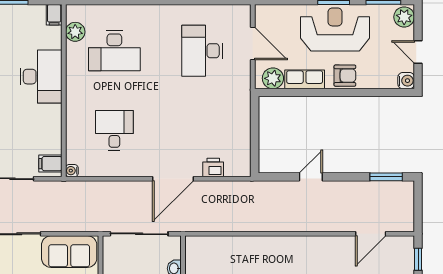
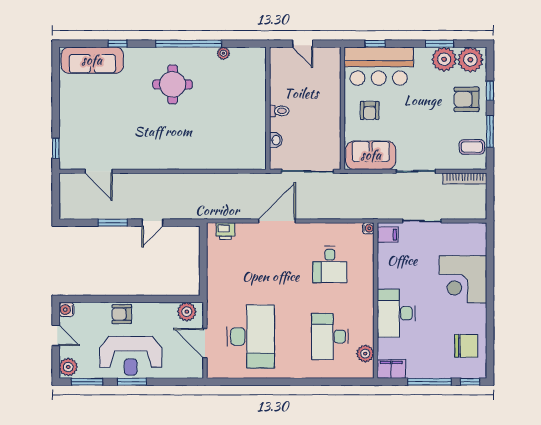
filing cabinet: (54, 15) -> (391, 369), width x2.00
desk: (114, 51) -> (330, 337), turned -90
desk: (202, 51) -> (251, 337), width x1.36, depth x1.30
row of seats: (305, 79) -> (158, 311), removed
printer: (213, 168) -> (225, 231), moved
window: (386, 177) -> (113, 223), moved
door: (371, 234) -> (99, 171), swing flipped

